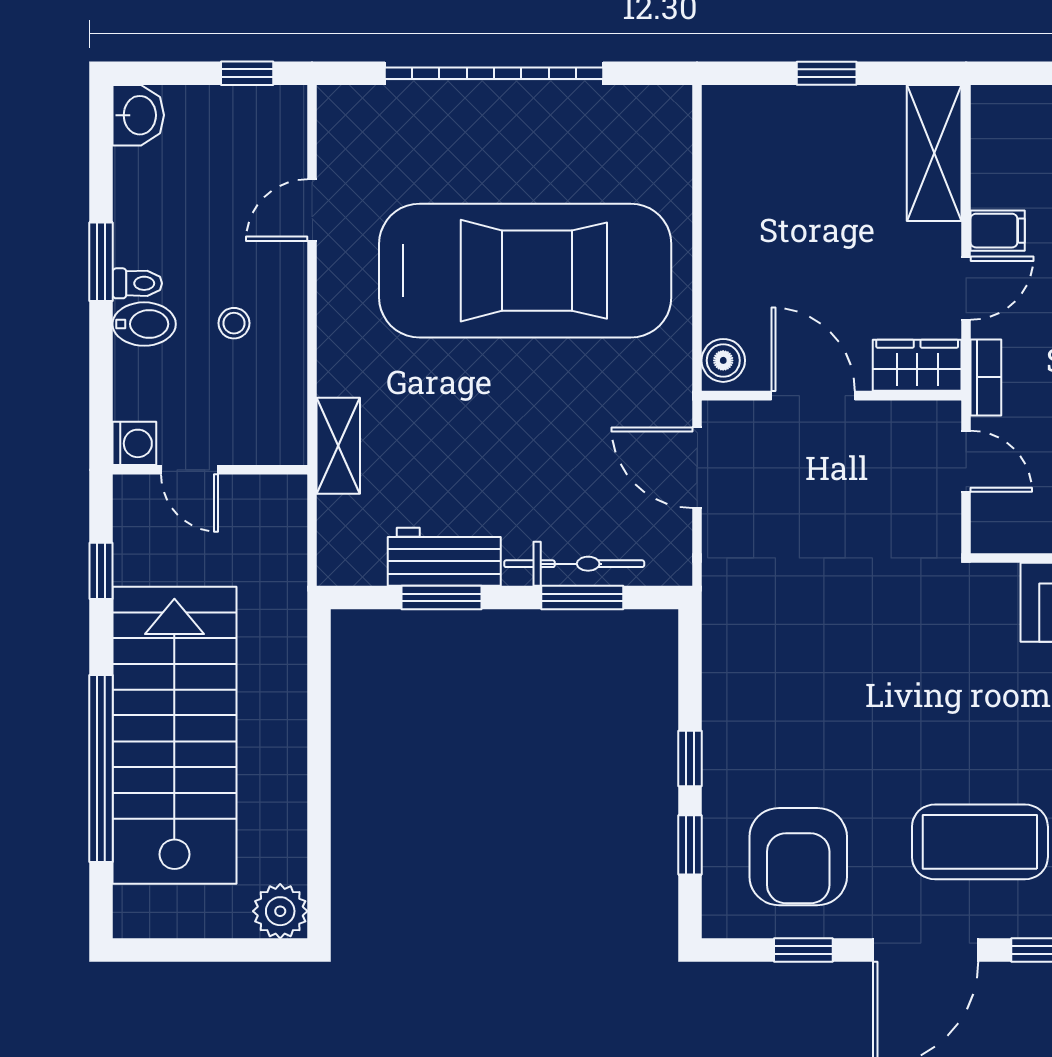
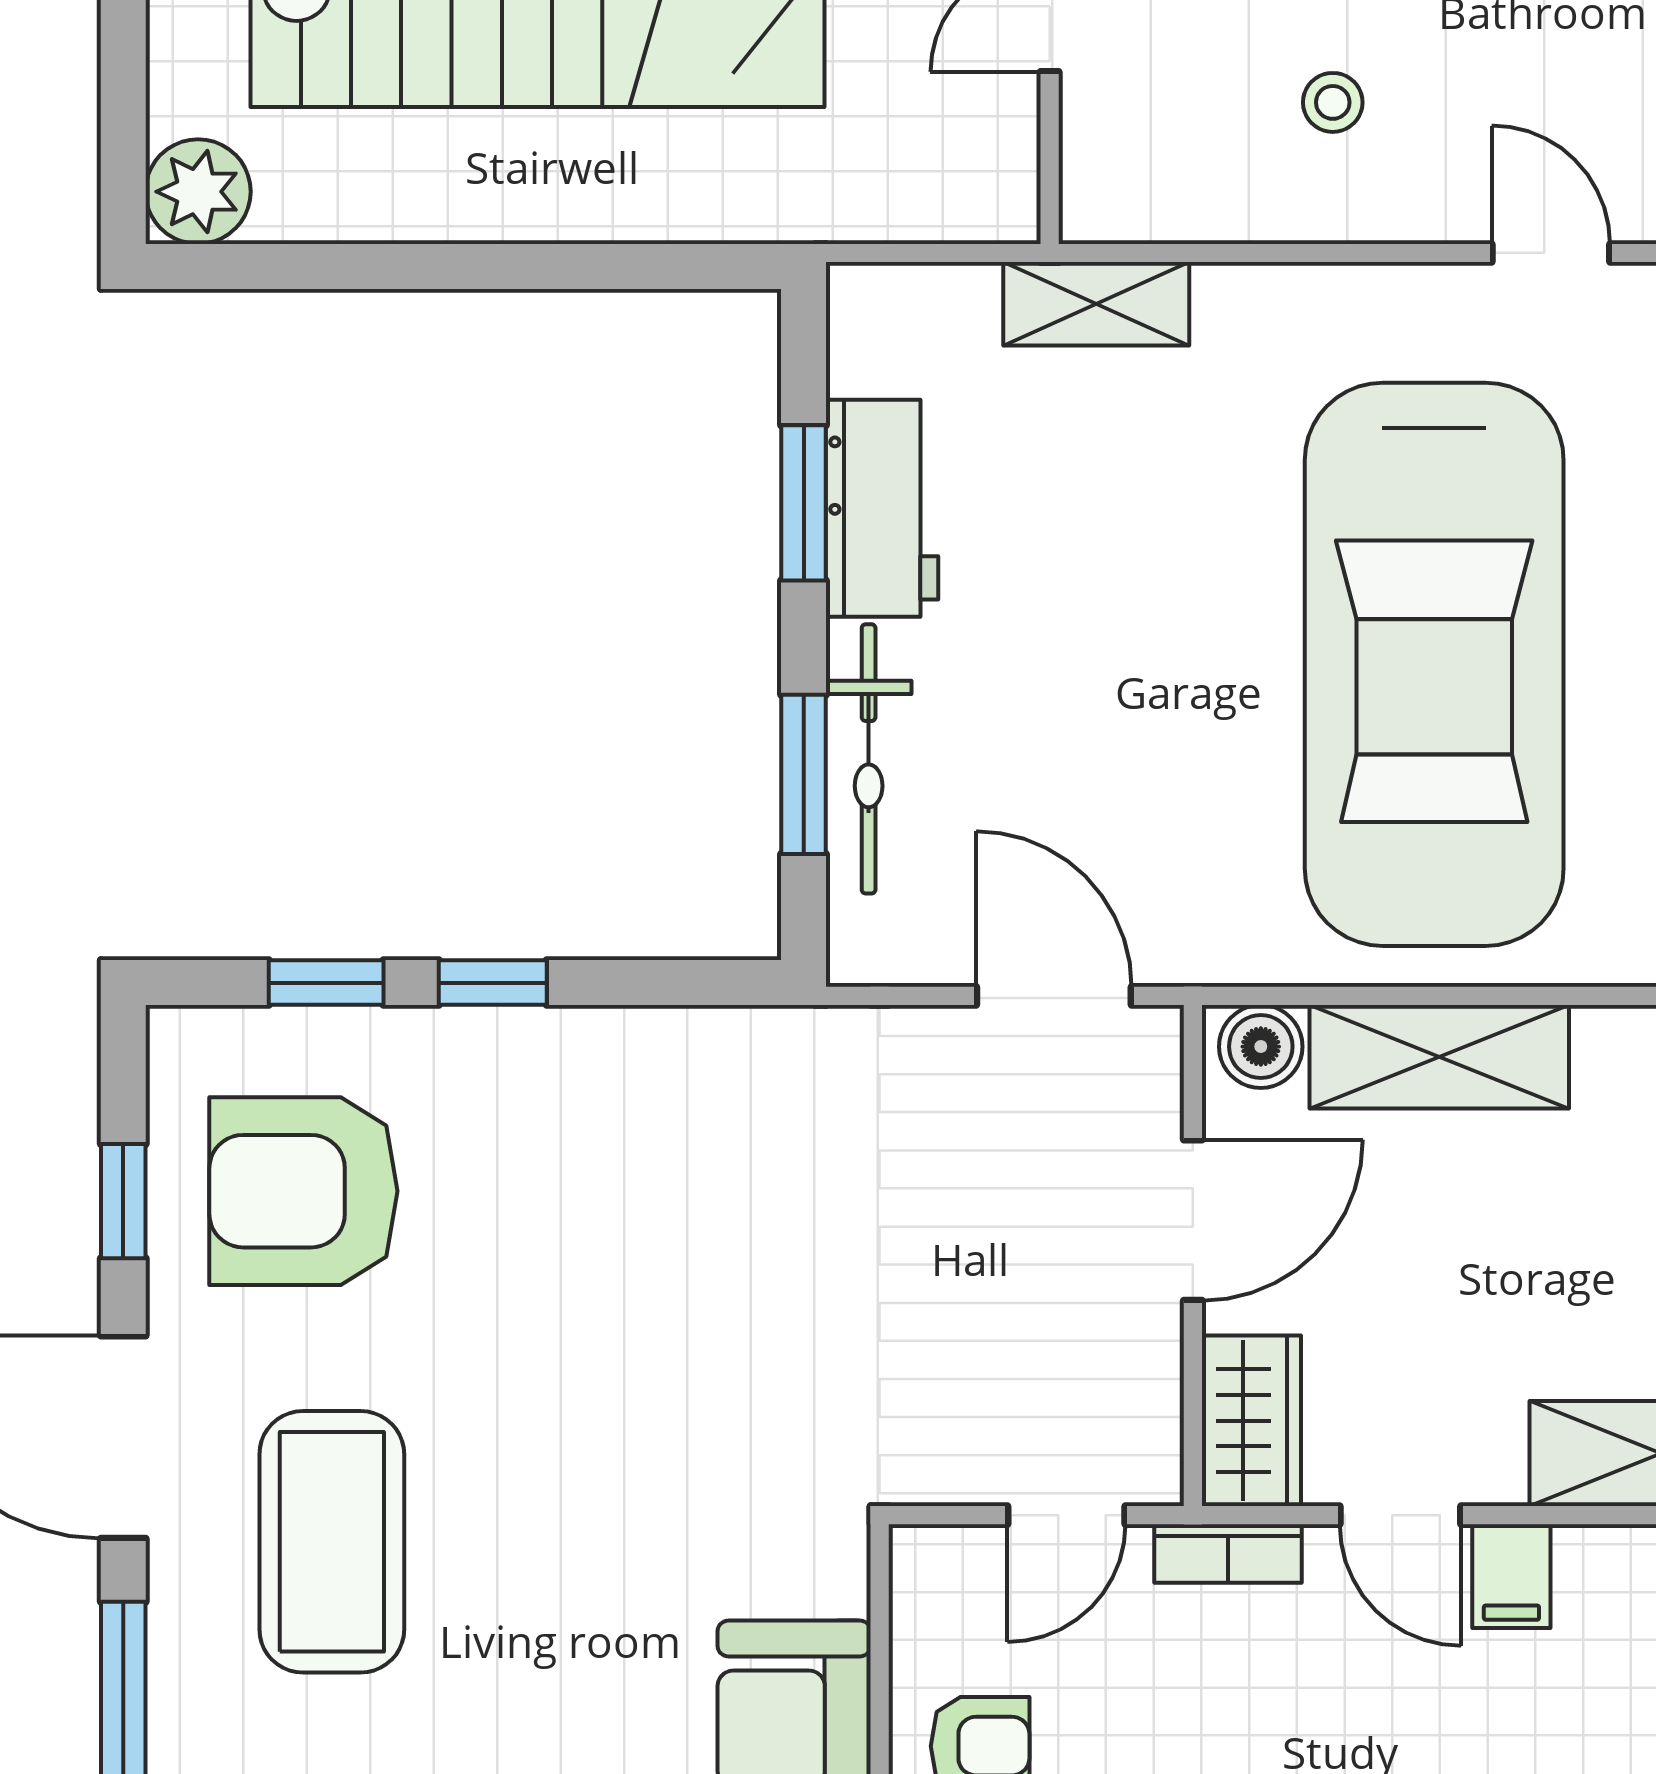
shelving: (729, 268) -> (1439, 1057), added
door: (697, 468) -> (1054, 996), hinge flipped

